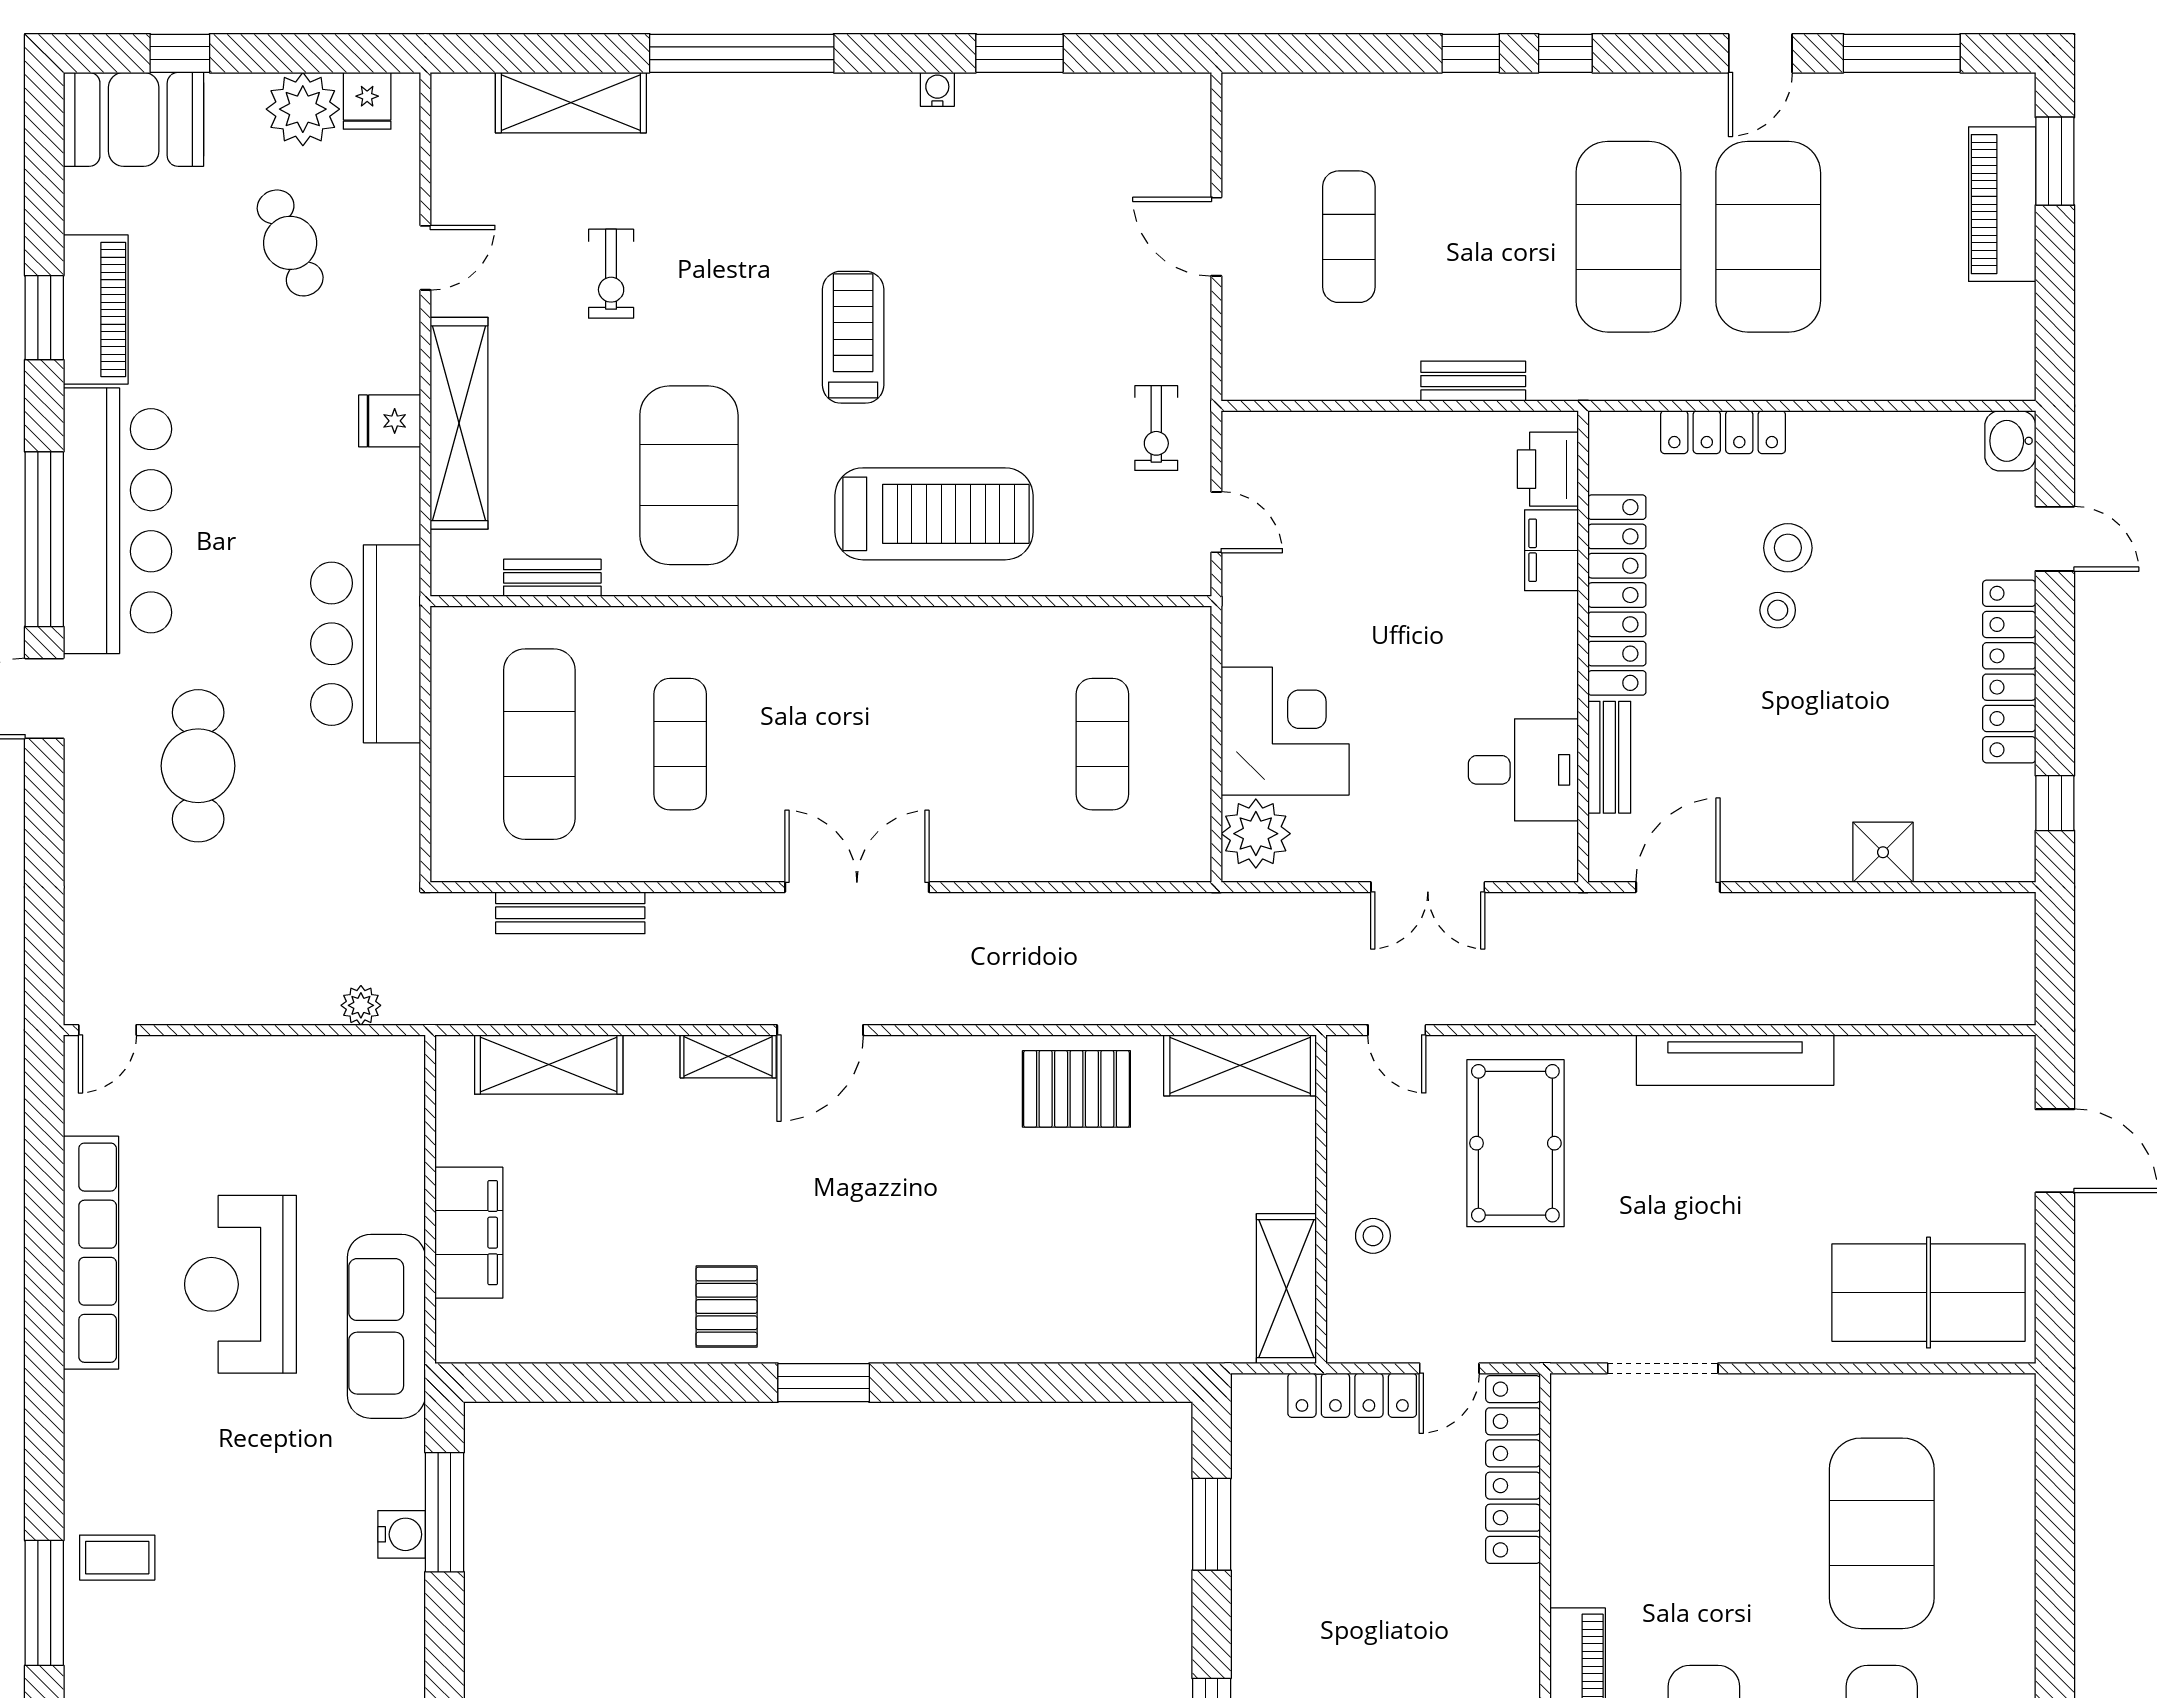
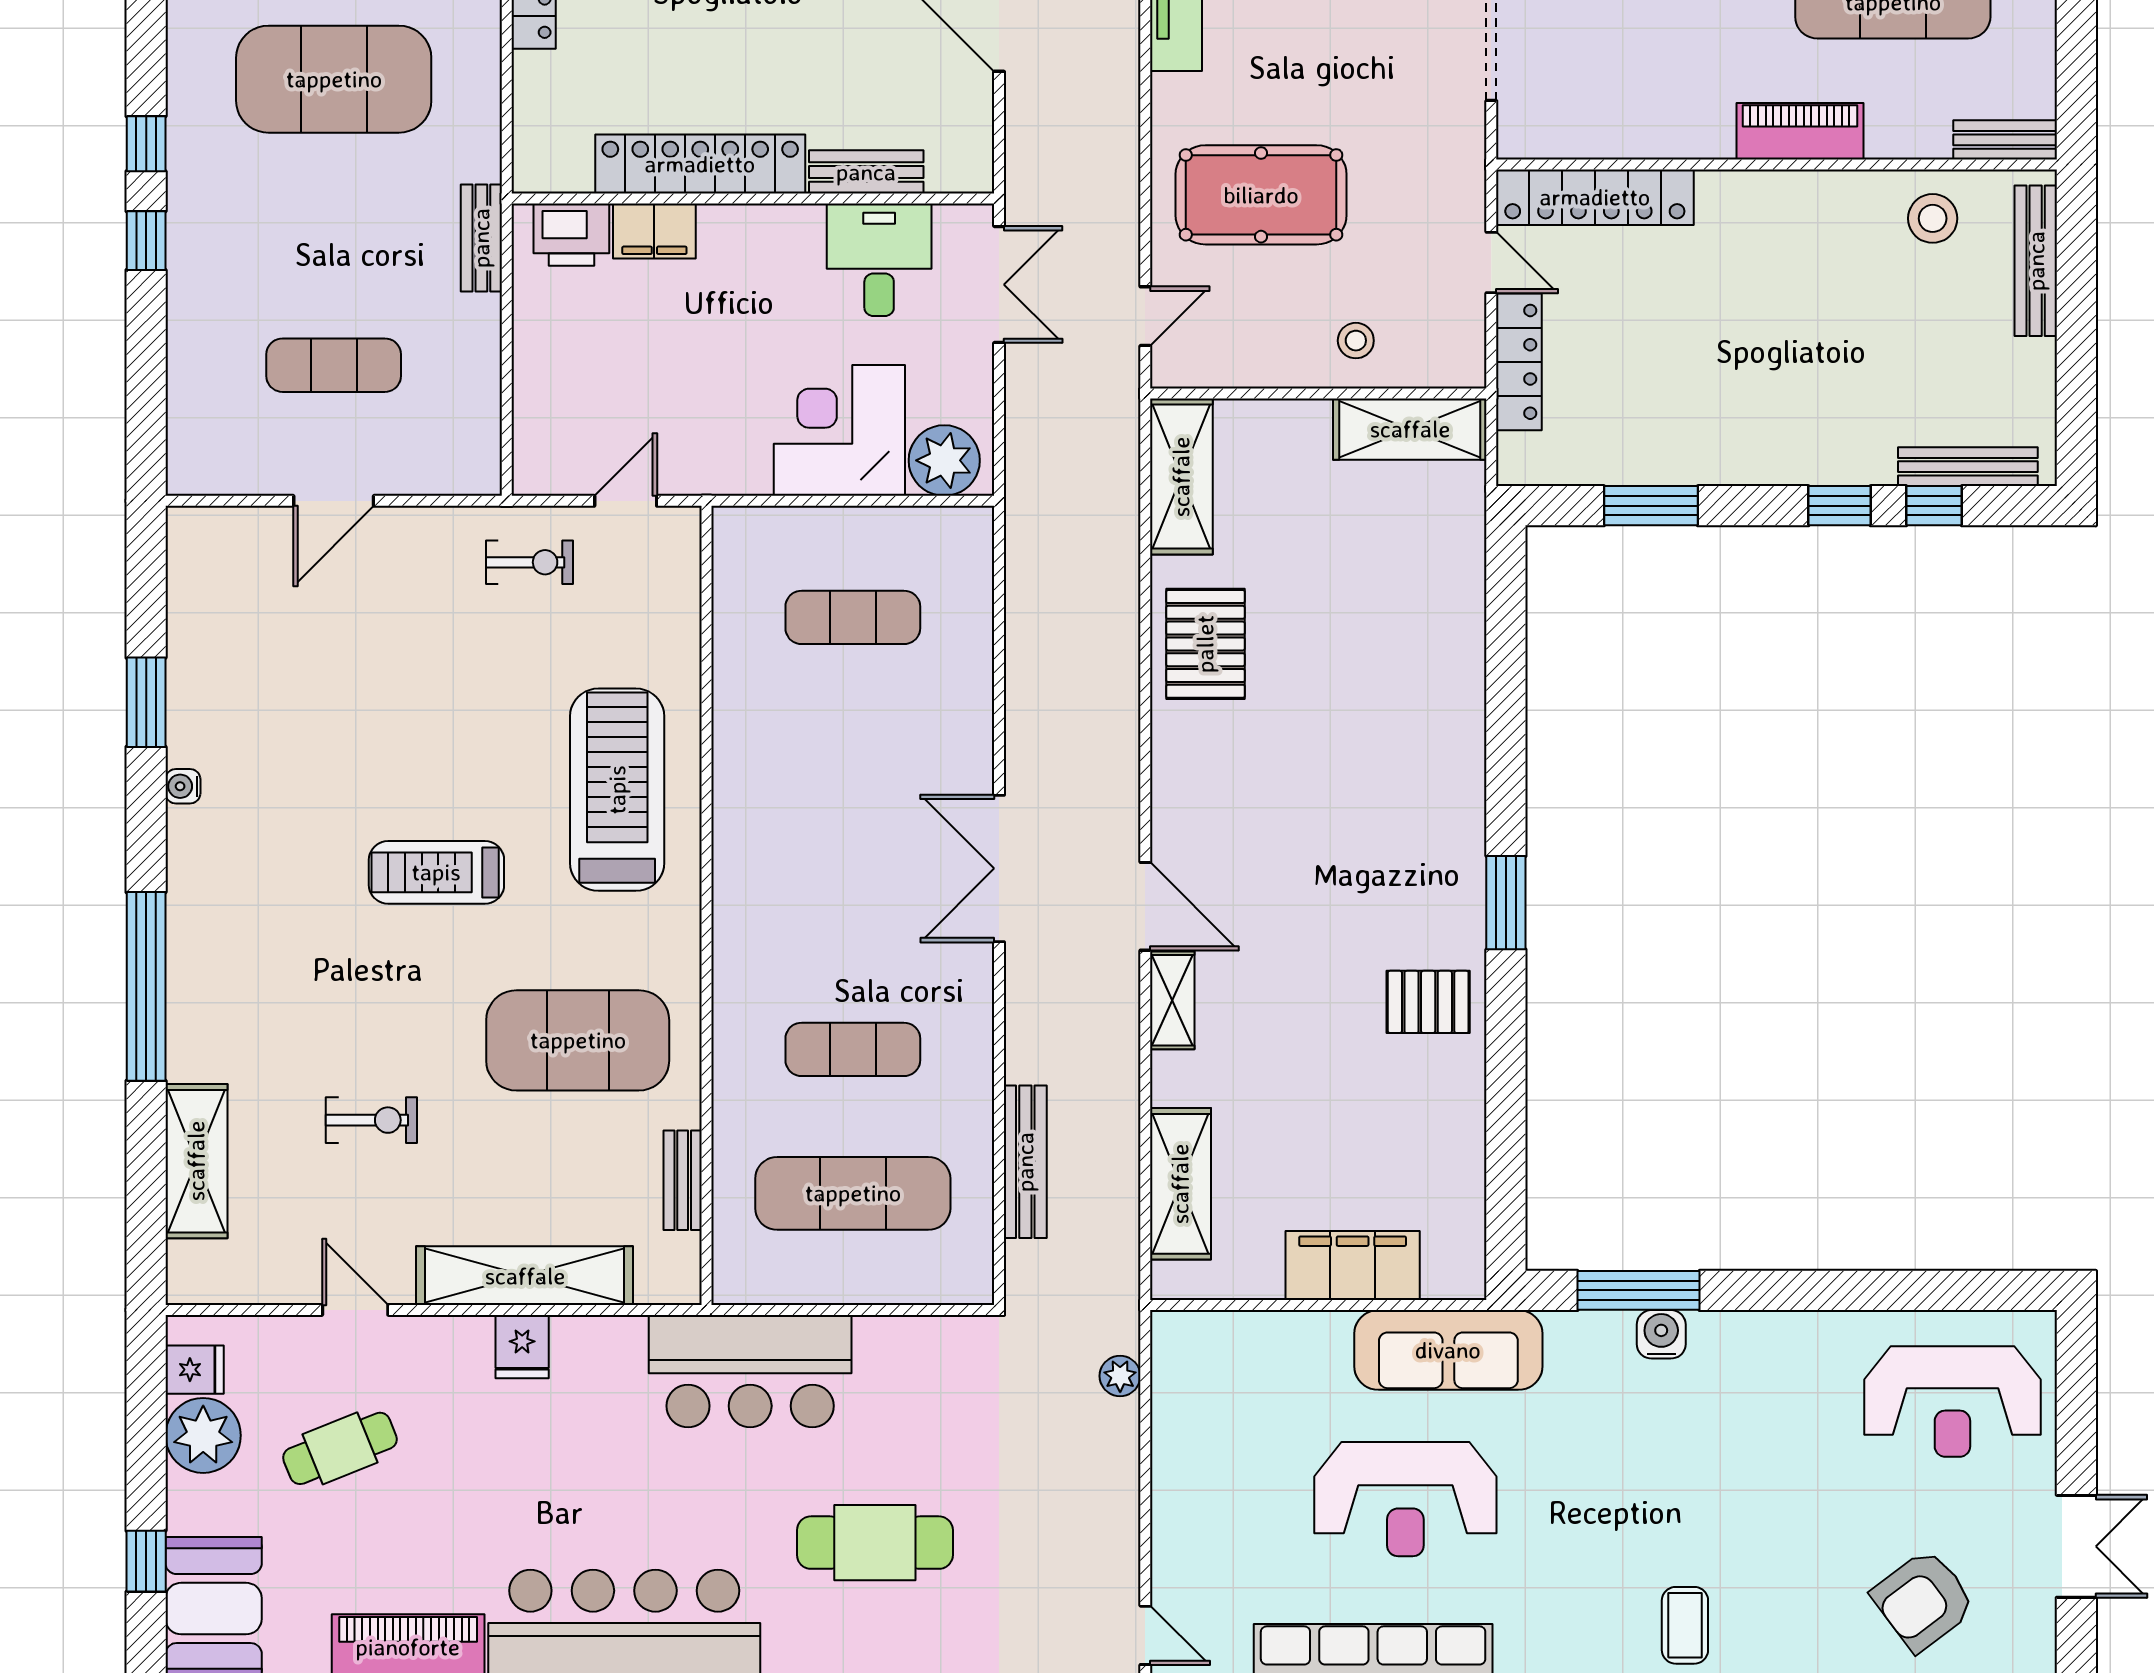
printer: (1548, 469) -> (571, 235), moved
filing cabinet: (1551, 550) -> (654, 231), moved
locker: (1617, 595) -> (700, 164), moved
wall: (1583, 646) -> (753, 199), moved
bench: (1609, 757) -> (866, 172), moved
desk: (1523, 770) -> (879, 260), moved

